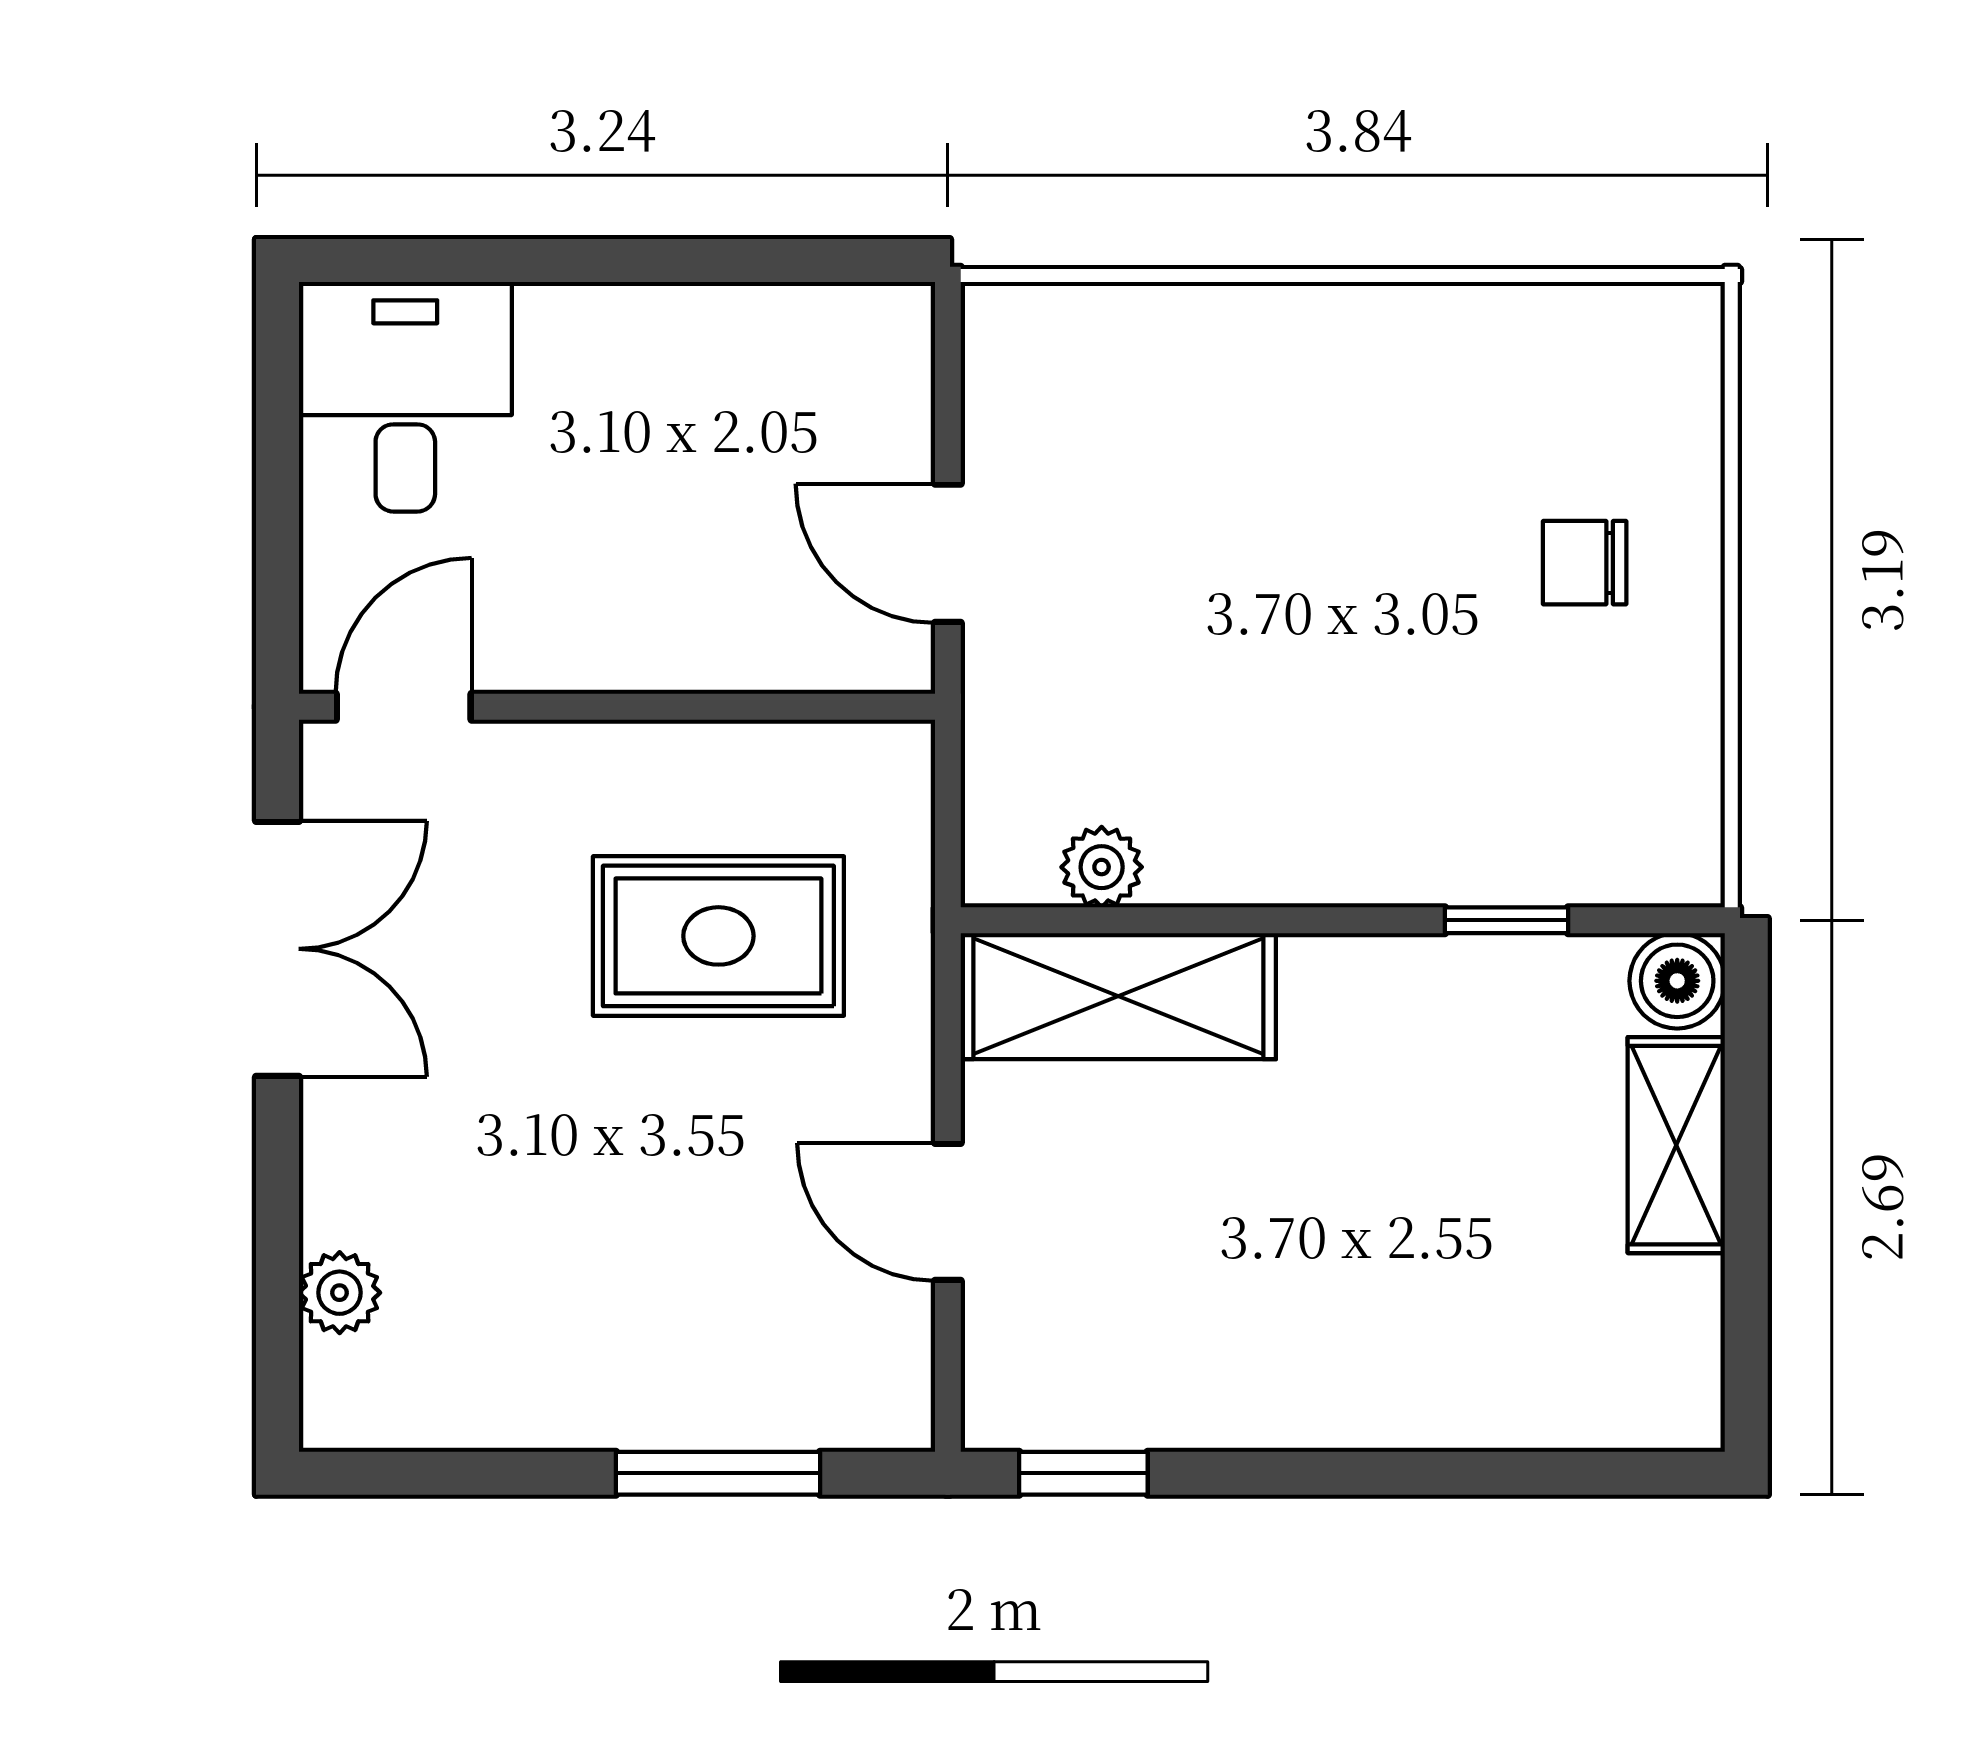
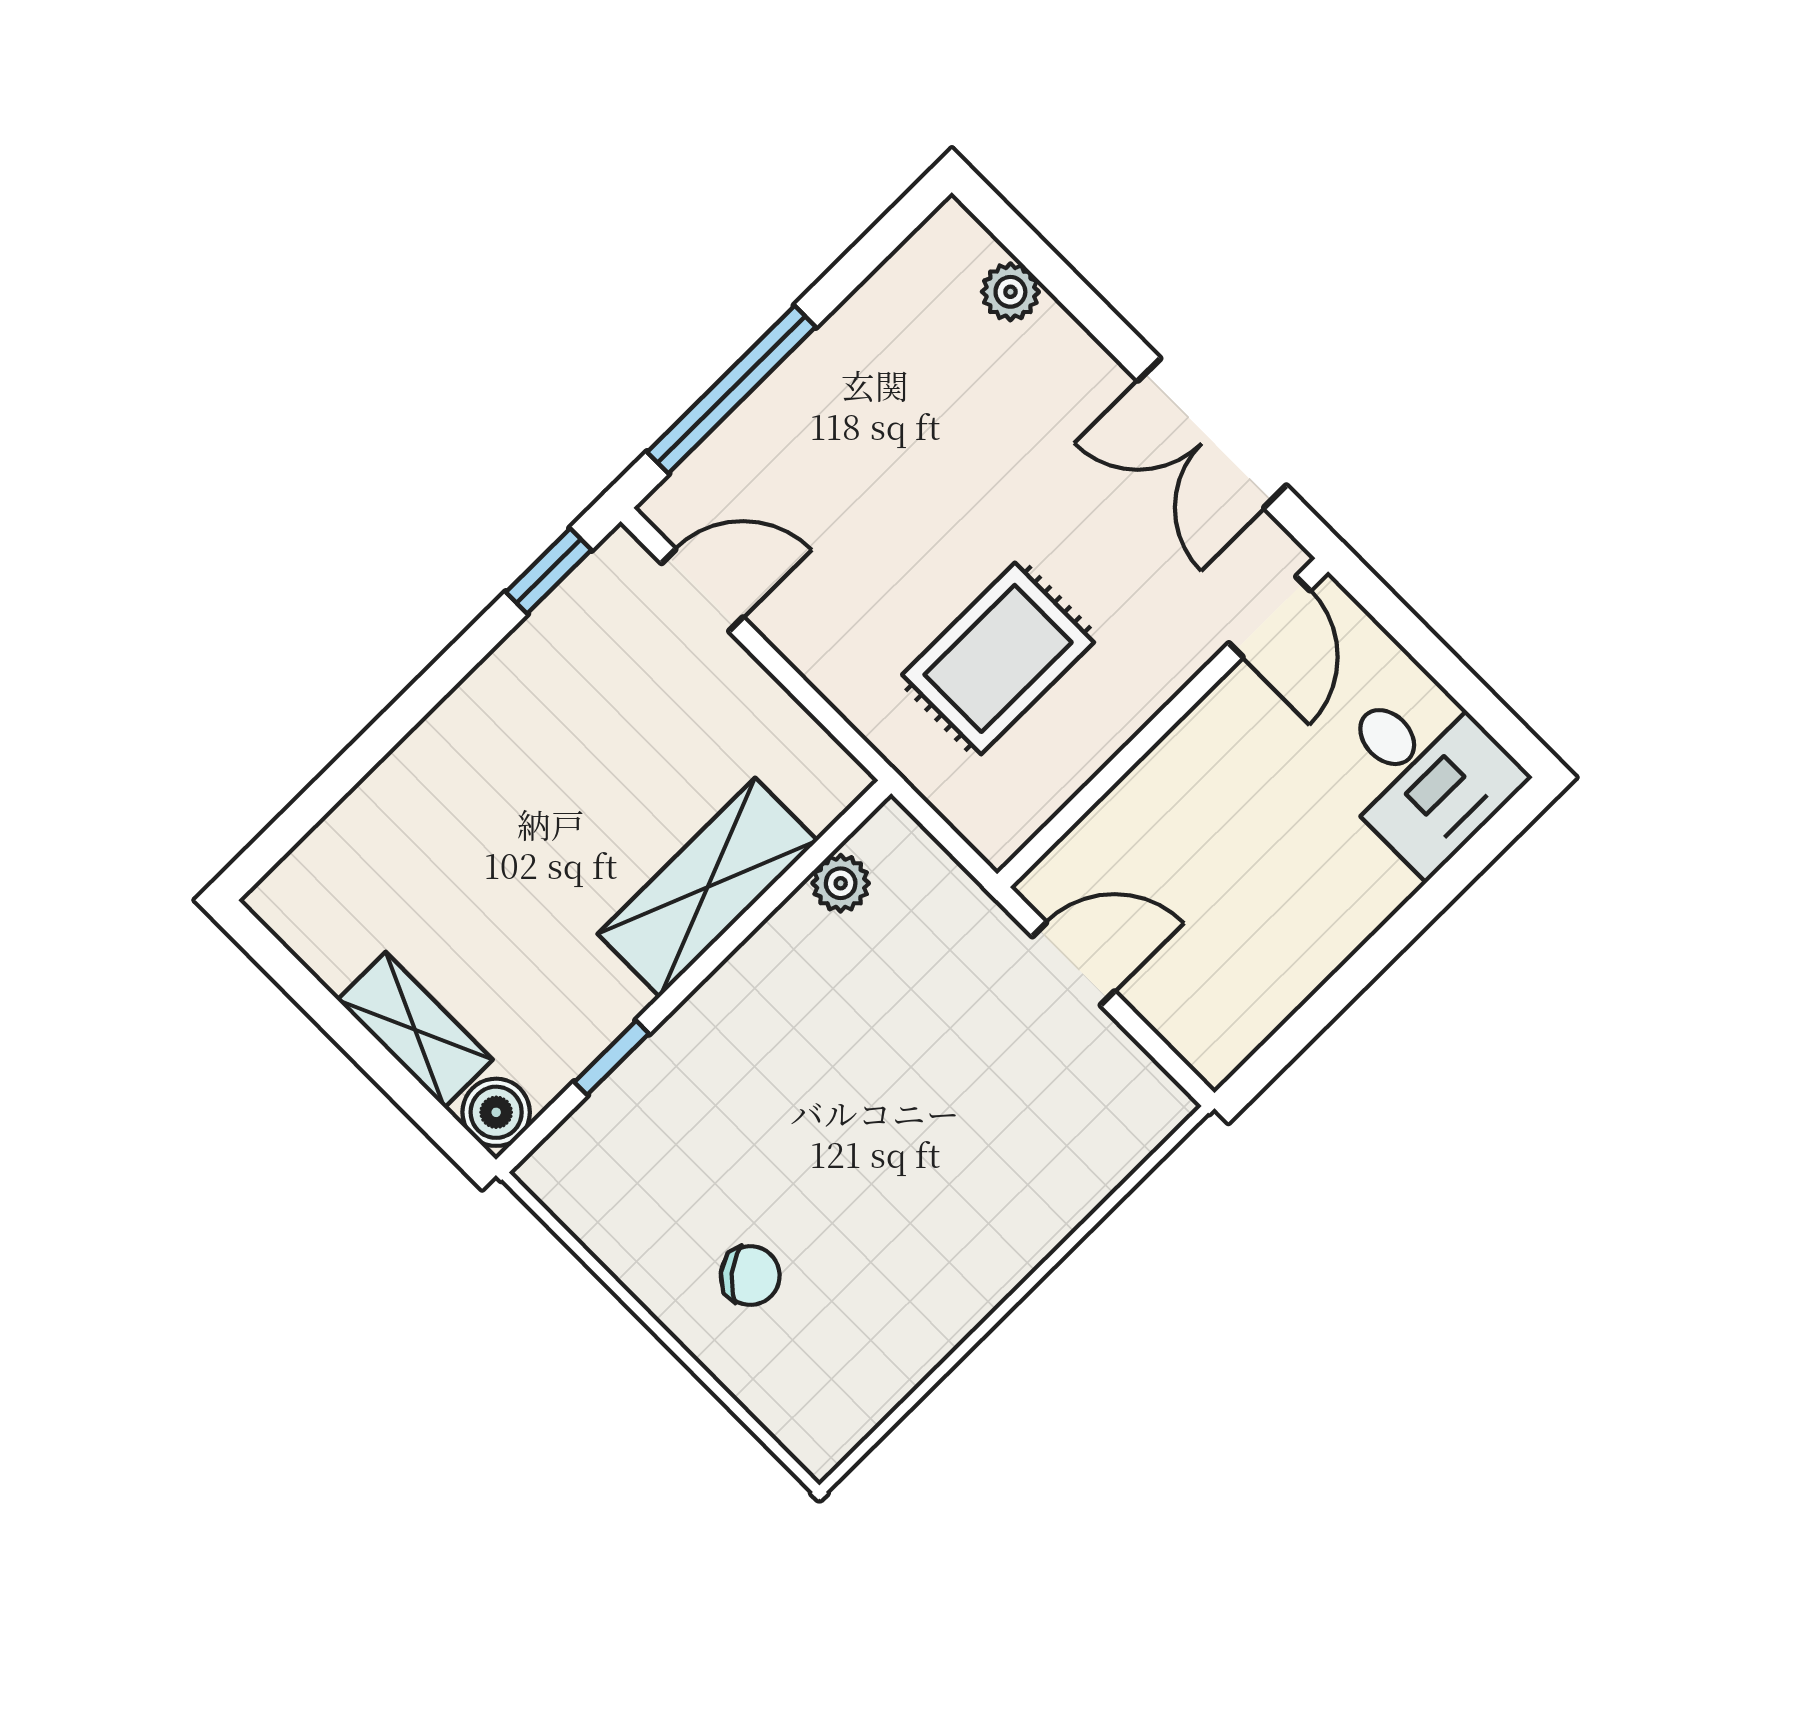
chair: (1585, 563) -> (750, 1276), turned 51
shelving: (1118, 996) -> (707, 887), moved
door: (948, 1212) -> (702, 590), moved
window: (718, 1473) -> (731, 390), width x1.44

